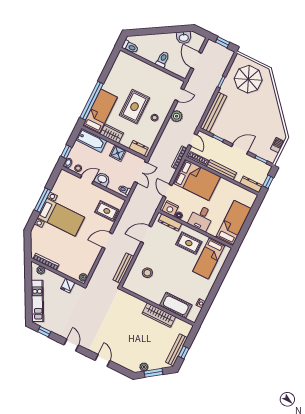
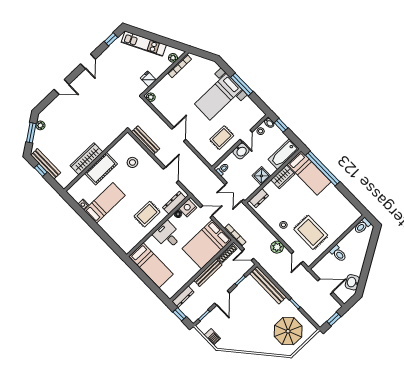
rug: (135, 107) -> (311, 232), moved
rug: (107, 211) -> (222, 138), moved
bed: (209, 258) -> (105, 203), moved, turned 90
cot: (176, 305) -> (101, 169), moved
door: (71, 345) -> (88, 61), hinge flipped

